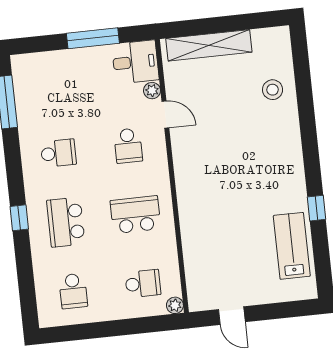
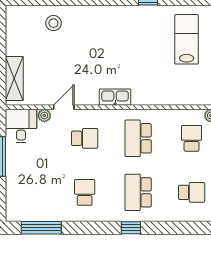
shelving: (209, 45) -> (14, 79), width x0.68
kitchen sink: (185, 179) -> (115, 97), added
school desk: (66, 222) -> (138, 192), turned 90
lab bench: (292, 246) -> (187, 39), moved, turned 90

